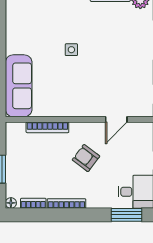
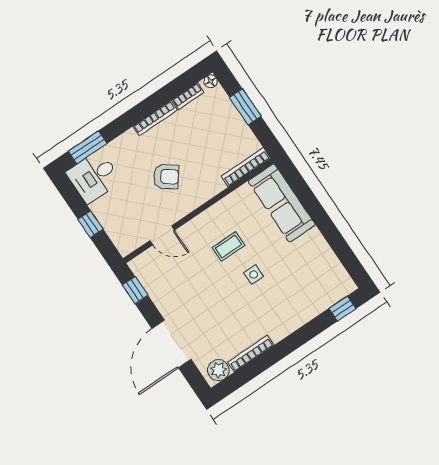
coffee table: (76, 81) -> (229, 246), added
door: (116, 119) -> (162, 235), swing flipped
bookcase: (47, 127) -> (246, 167), moved

